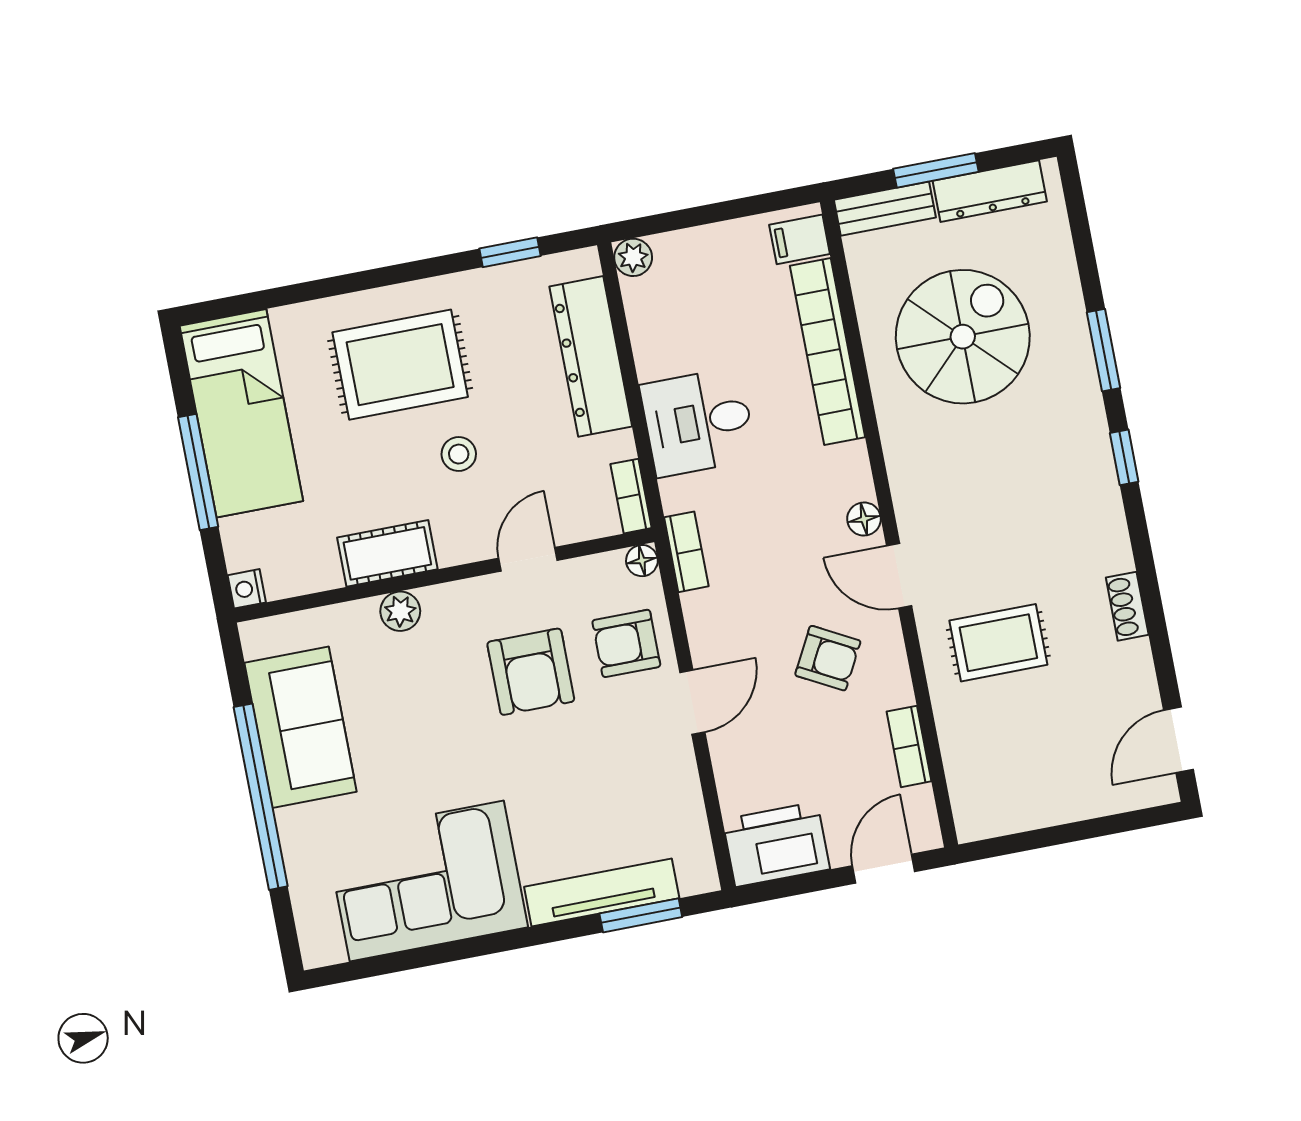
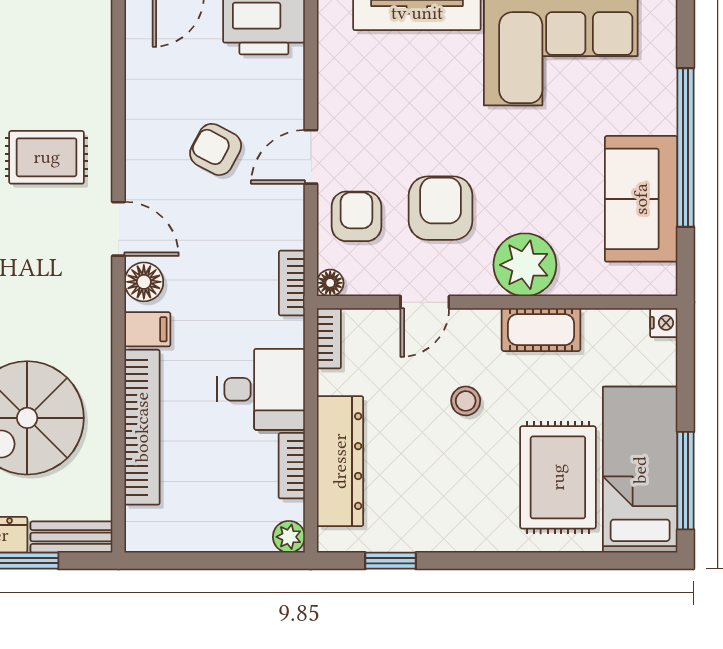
filing cabinet: (800, 239) -> (147, 329), moved
rug: (400, 365) -> (558, 477), moved, turned 90
window: (198, 472) -> (686, 481), moved
floor lamp: (864, 519) -> (144, 282), width x1.37, depth x1.37
plant: (400, 611) -> (525, 265), width x1.88, depth x1.88
armchair: (626, 643) -> (356, 216), turned -90
armchair: (828, 658) -> (216, 149), moved
bookcase: (909, 746) -> (292, 466), moved, turned 180

